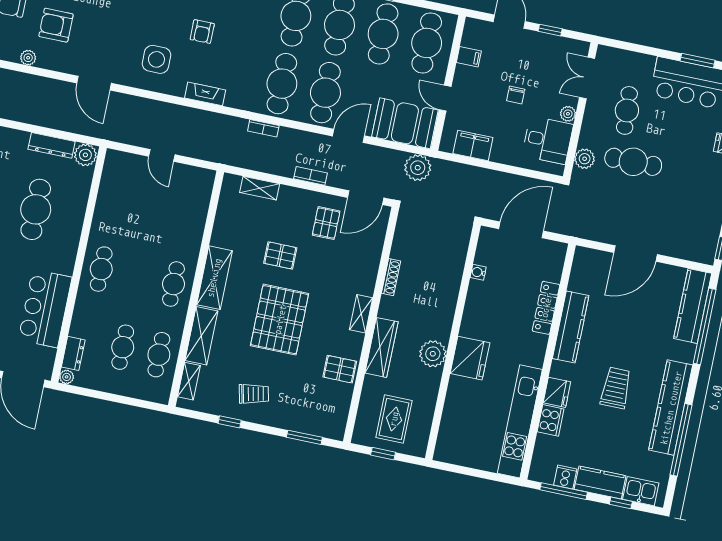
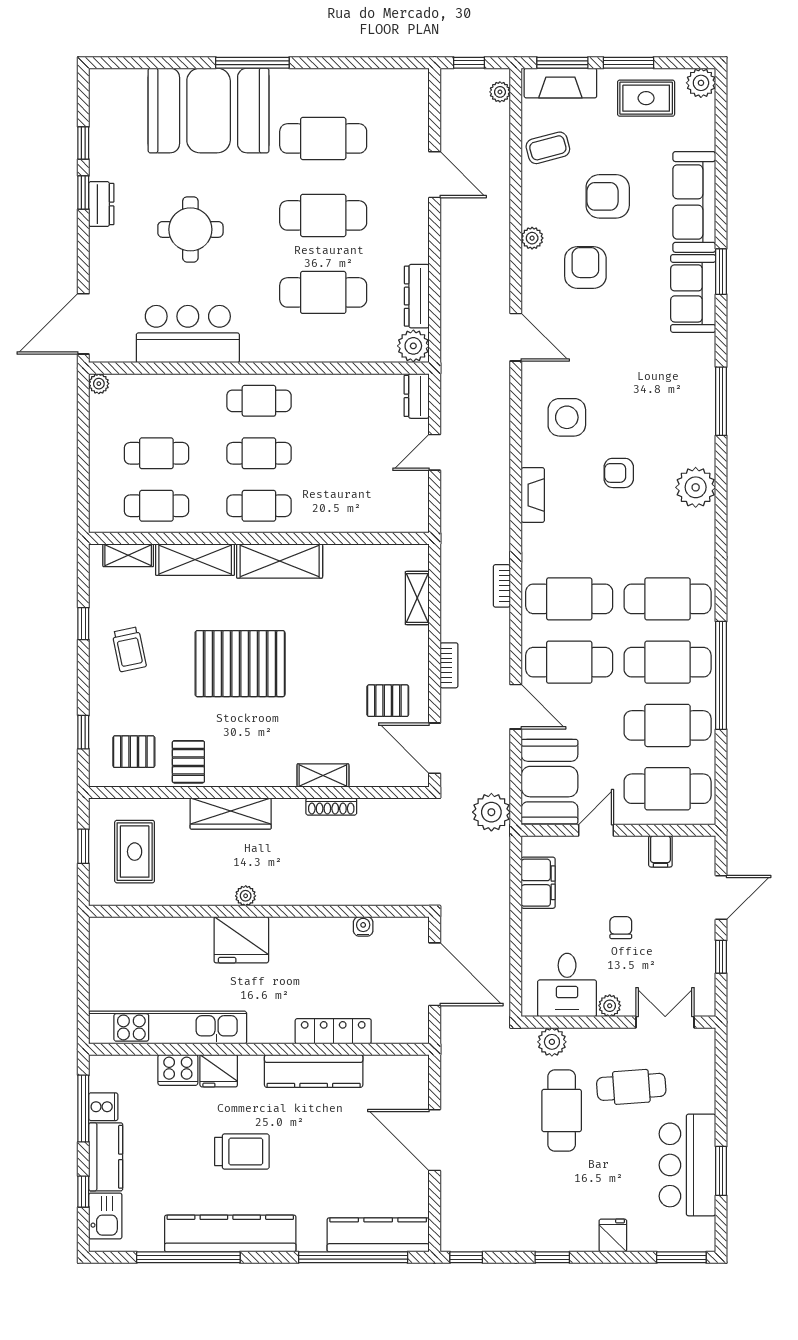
door: (94, 83) -> (516, 337), swing flipped
chair: (516, 95) -> (621, 928), turned 90
pallet: (280, 255) -> (134, 752), moved, turned 90
cafe table: (137, 277) -> (259, 453), added
shelving: (361, 314) -> (323, 775), moved
dresser: (73, 353) -> (417, 396), moved, turned 90
plant: (433, 354) -> (246, 896), width x0.53, depth x0.53
rug: (394, 419) -> (135, 852), turned 90
window: (304, 437) -> (83, 732), width x0.67

